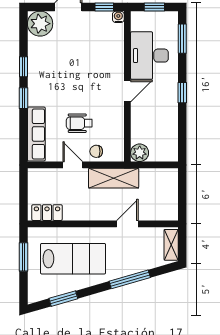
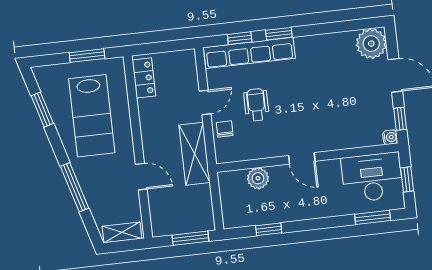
desk: (149, 56) -> (372, 177), moved
window: (23, 67) -> (240, 38), moved
window: (182, 93) -> (269, 229), moved
row of seats: (36, 134) -> (249, 53), width x1.36
plant: (140, 153) -> (258, 178), moved
window: (182, 189) -> (190, 238), added

